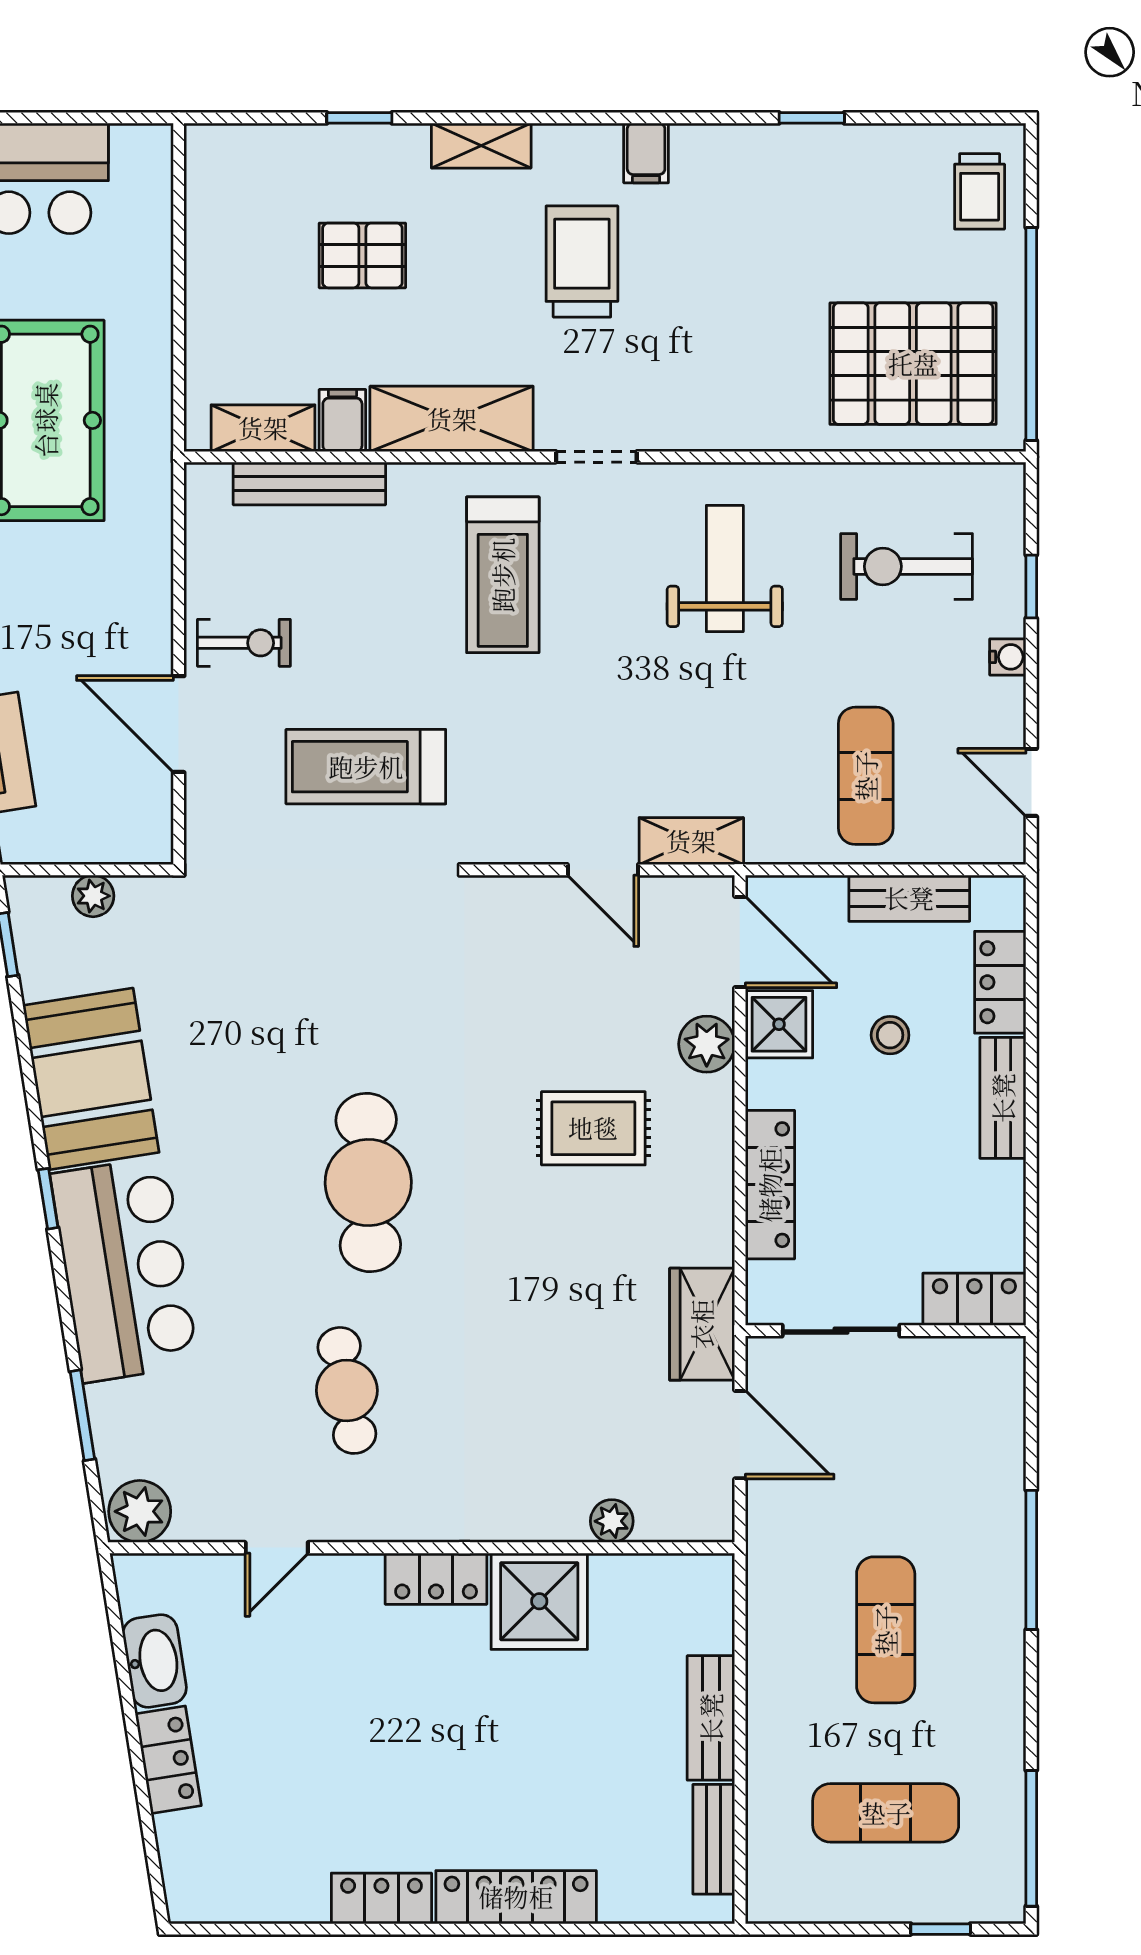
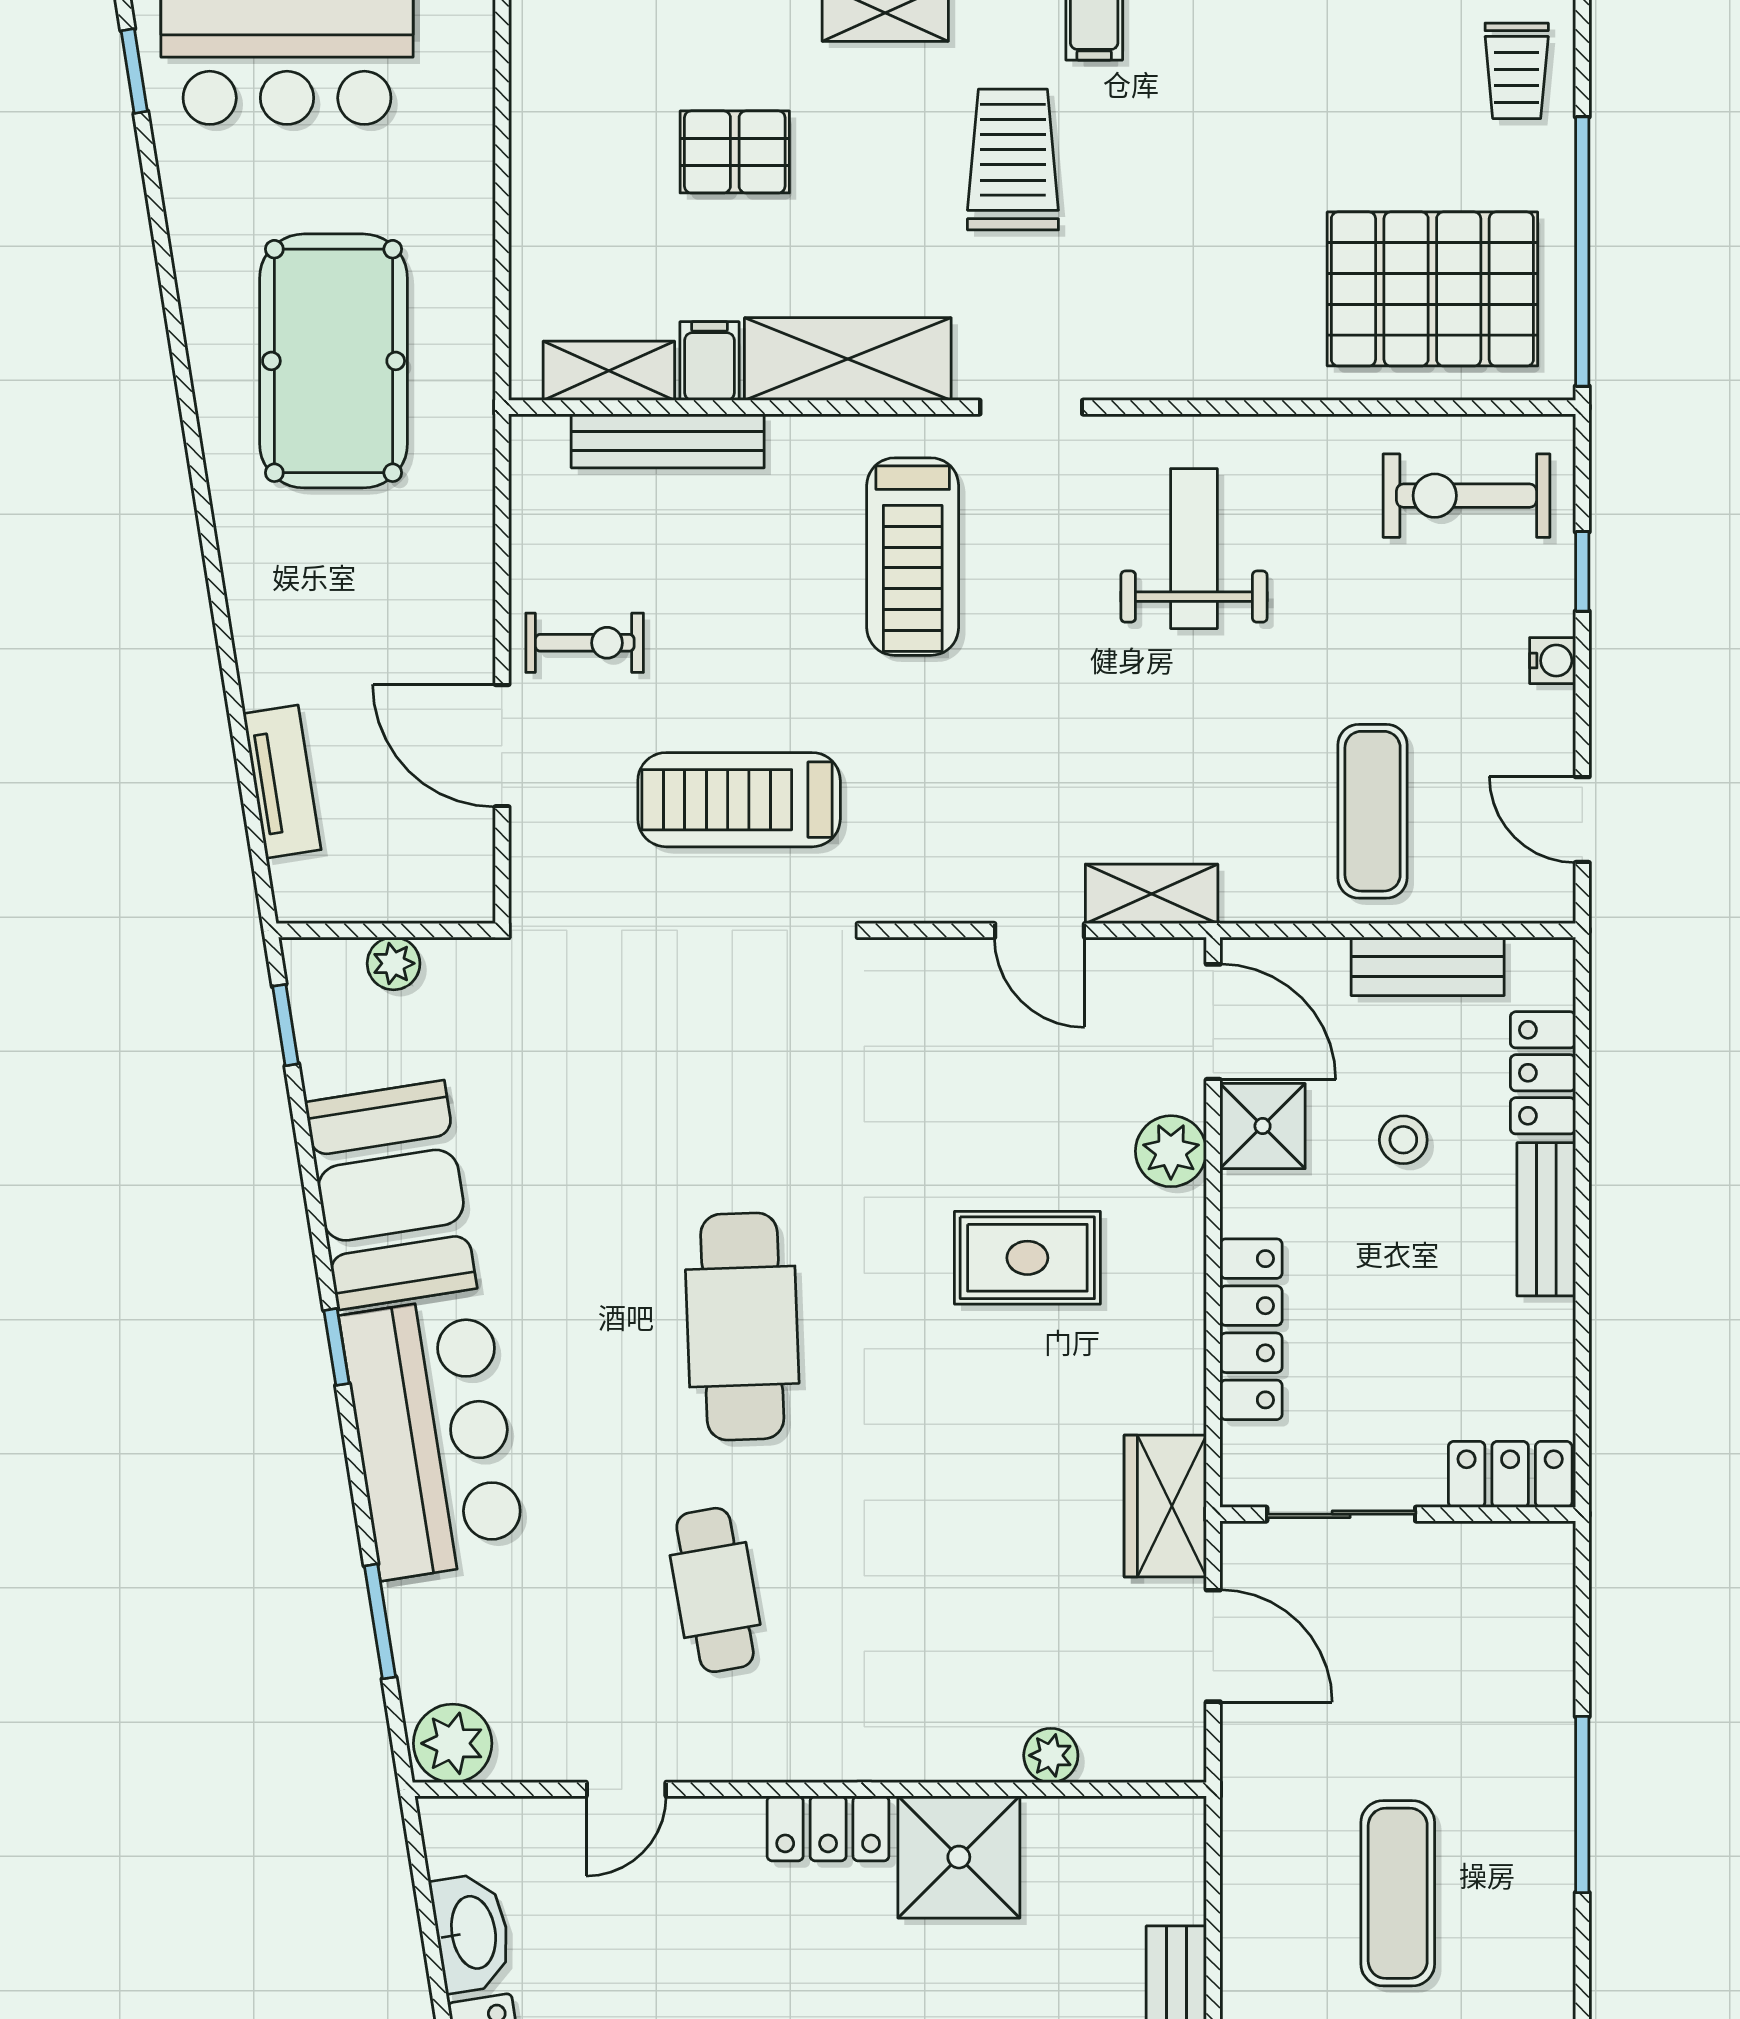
exercise bike: (907, 566) -> (1466, 496), moved

